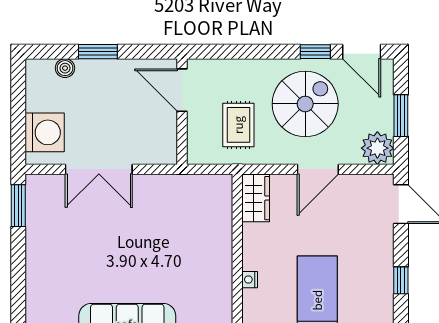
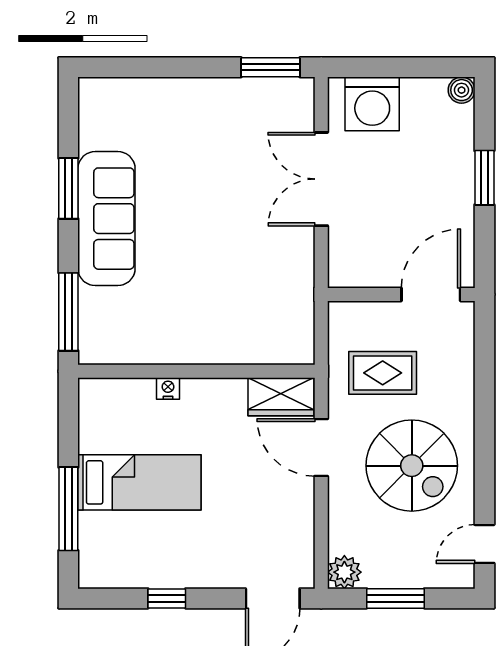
window: (315, 52) -> (484, 480), removed
door: (362, 52) -> (484, 544), width x0.73
boiler: (65, 68) -> (462, 90), moved
plant: (377, 148) -> (344, 572), width x0.73, depth x0.73
door: (318, 169) -> (321, 447), moved

